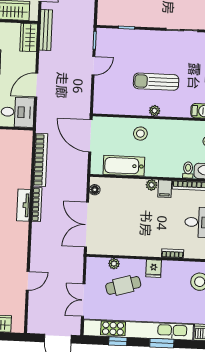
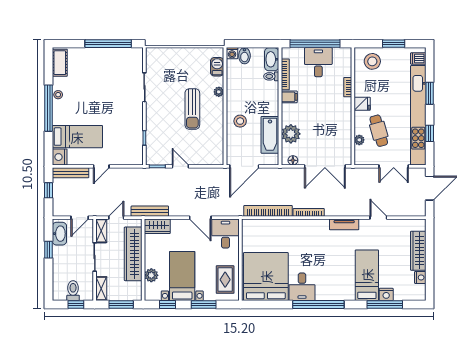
plant: (155, 111) -> (219, 92), moved
plant: (152, 185) -> (291, 134), moved, width x1.88, depth x1.88
tv unit: (24, 205) -> (344, 224), moved

